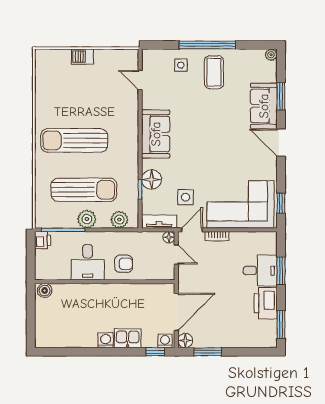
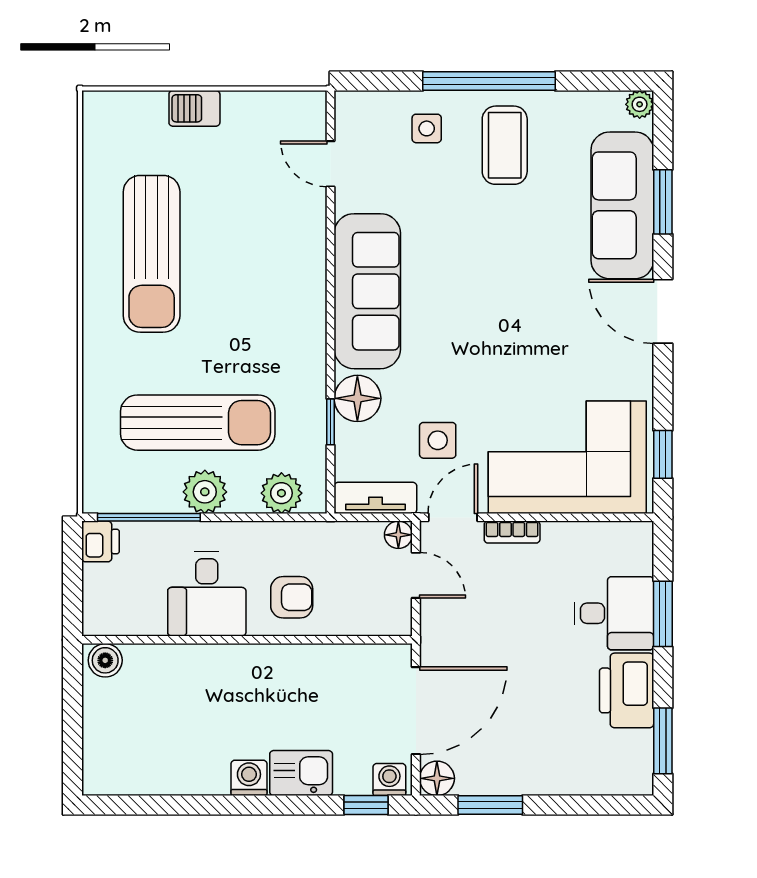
sofa: (264, 106) -> (622, 205), width x1.36
sofa: (156, 134) -> (367, 291), width x1.36
sun lounger: (74, 140) -> (152, 254), moved, turned -90

